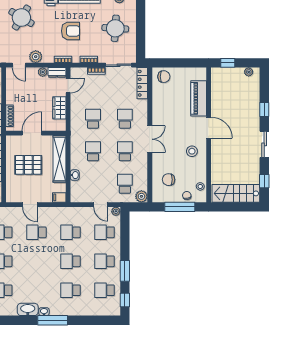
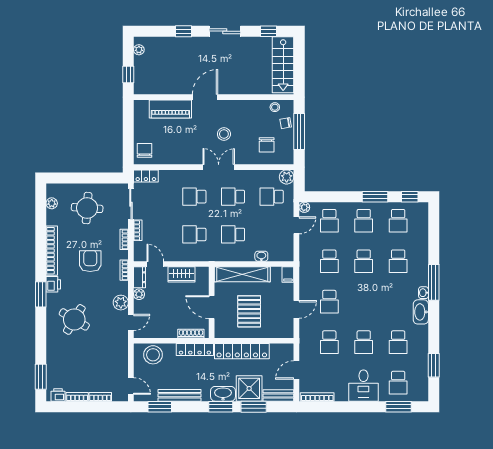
locker: (142, 83) -> (146, 176), width x0.66
stool: (192, 151) -> (224, 134), moved

